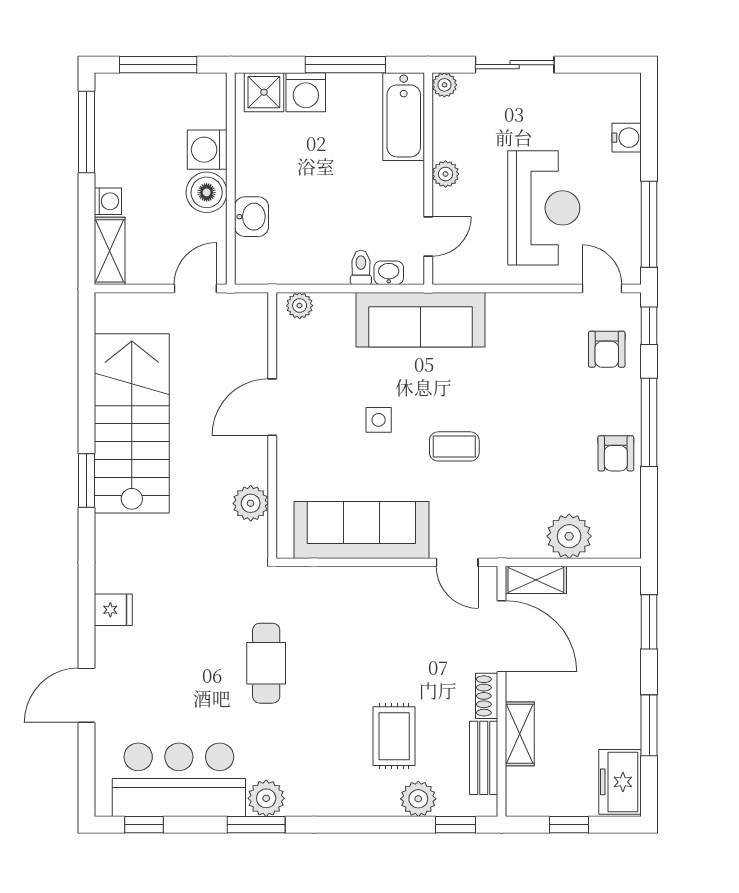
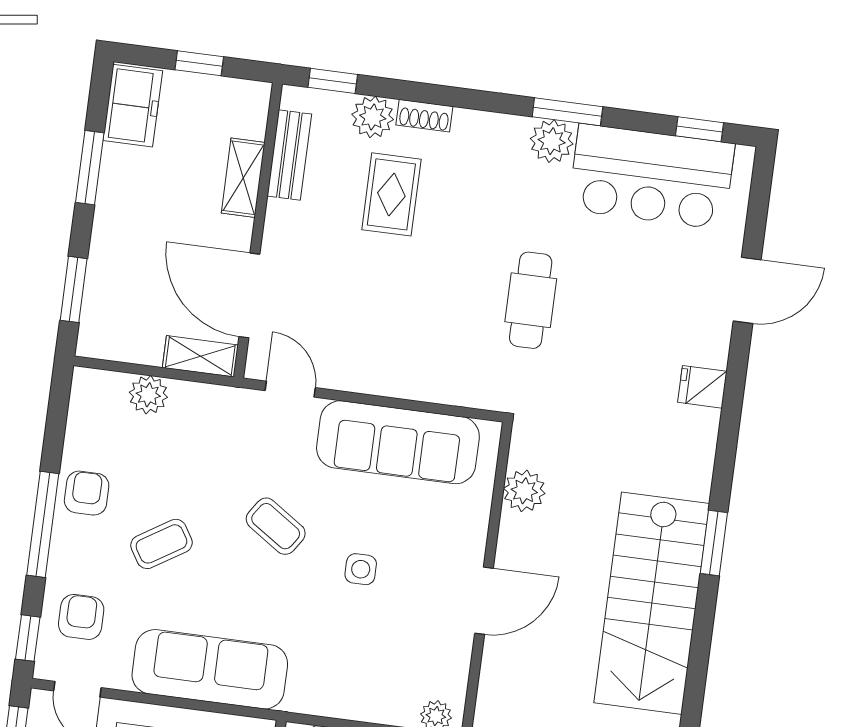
sofa: (420, 320) -> (210, 669), moved
coffee table: (548, 419) -> (161, 544), added
coffee table: (454, 446) -> (276, 526), turned 34
plant: (569, 536) -> (148, 395), width x0.73, depth x0.73
shoe rack: (487, 696) -> (424, 116), moved, turned 90

